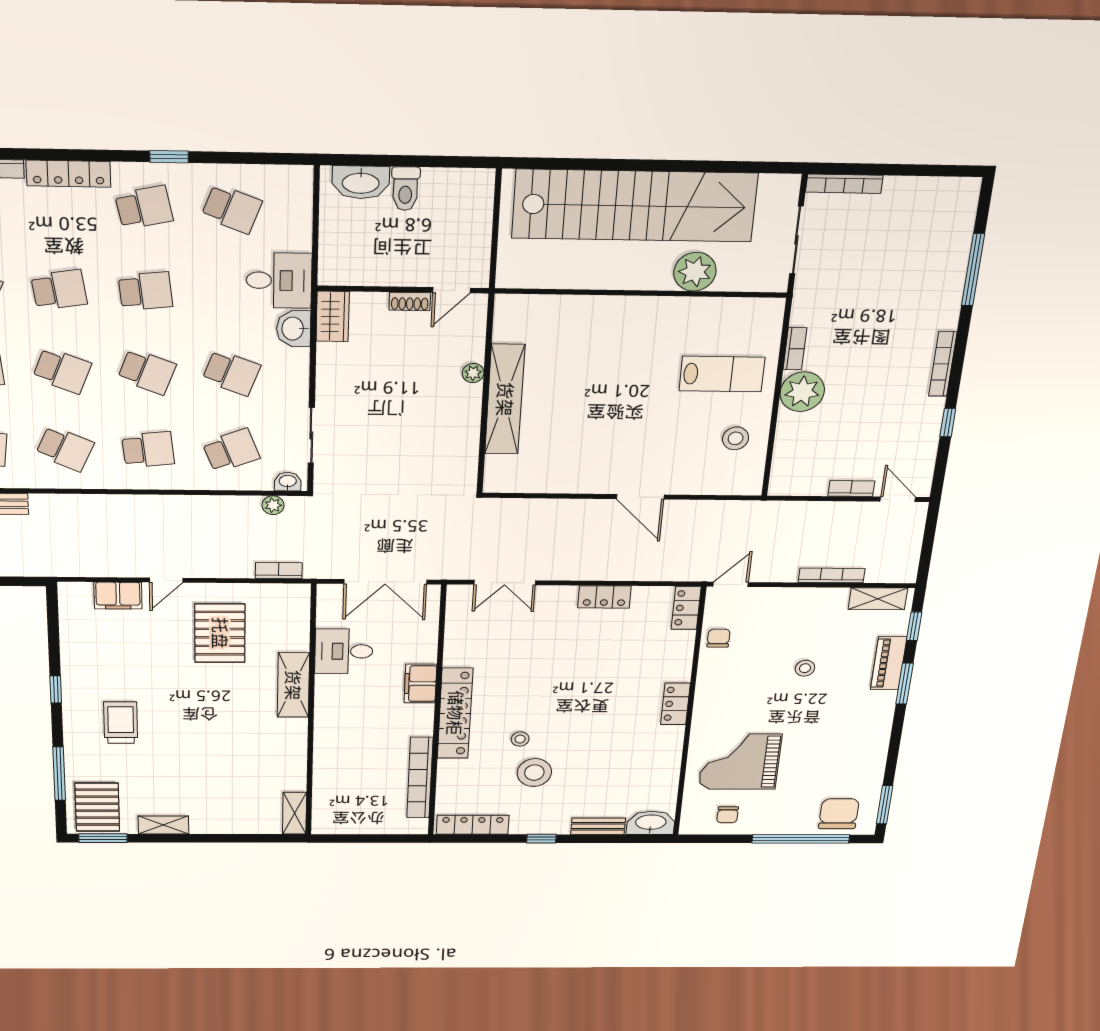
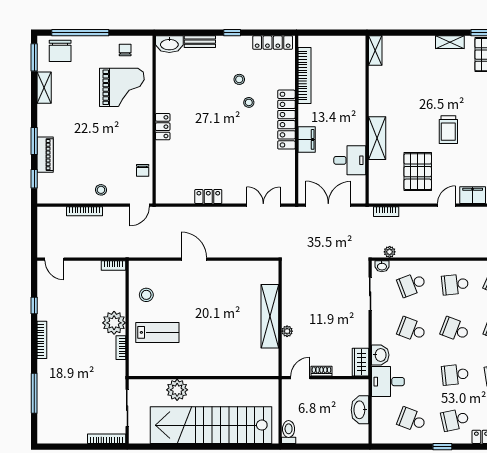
washbasin: (361, 182) -> (360, 410), moved, turned -90
toilet: (405, 189) -> (289, 432), moved
lab bench: (722, 374) -> (157, 332), turned 180
bookcase: (851, 488) -> (114, 265), moved
shelving: (878, 599) -> (44, 88), moved, turned 90
locker: (686, 608) -> (163, 190), removed
stool: (805, 668) -> (101, 190), moved
trolley: (121, 723) -> (448, 130), moved
stool: (534, 773) -> (239, 79), width x0.53, depth x0.53

